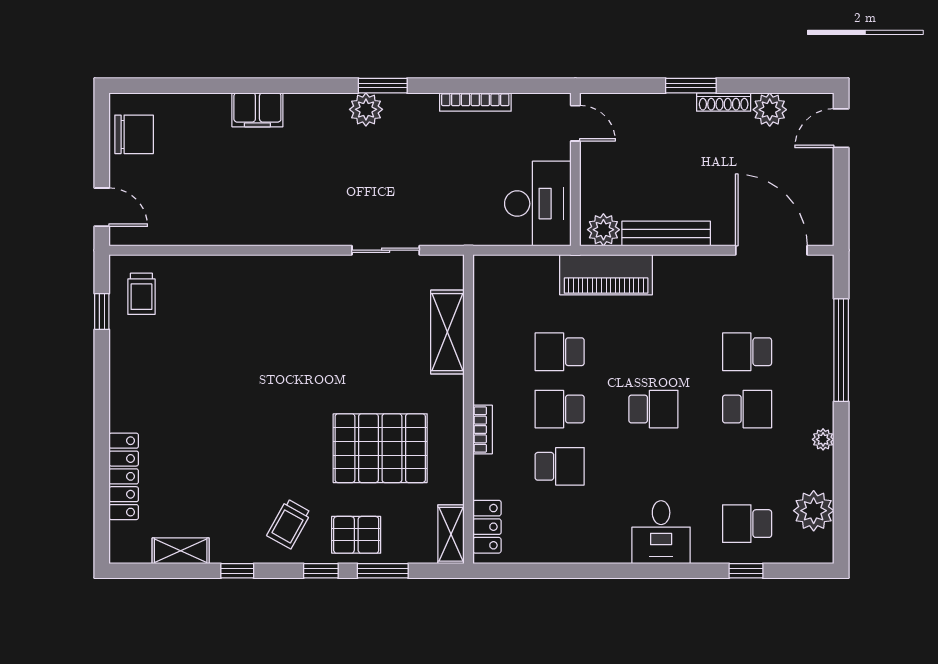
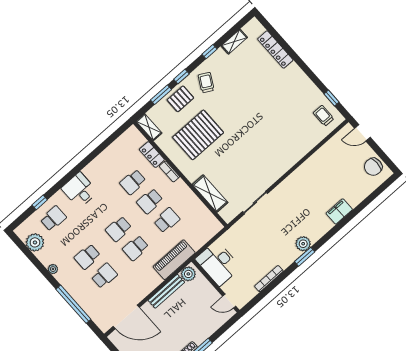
school desk: (653, 352) -> (136, 248), added
school desk: (560, 409) -> (150, 201), turned 180
locker: (487, 527) -> (152, 155), moved

